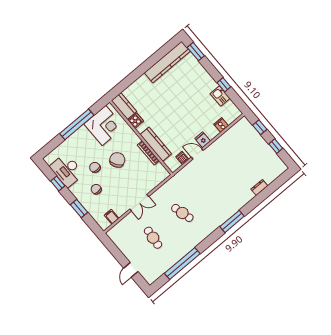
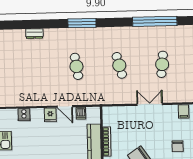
cafe table: (212, 188) -> (76, 66), added

